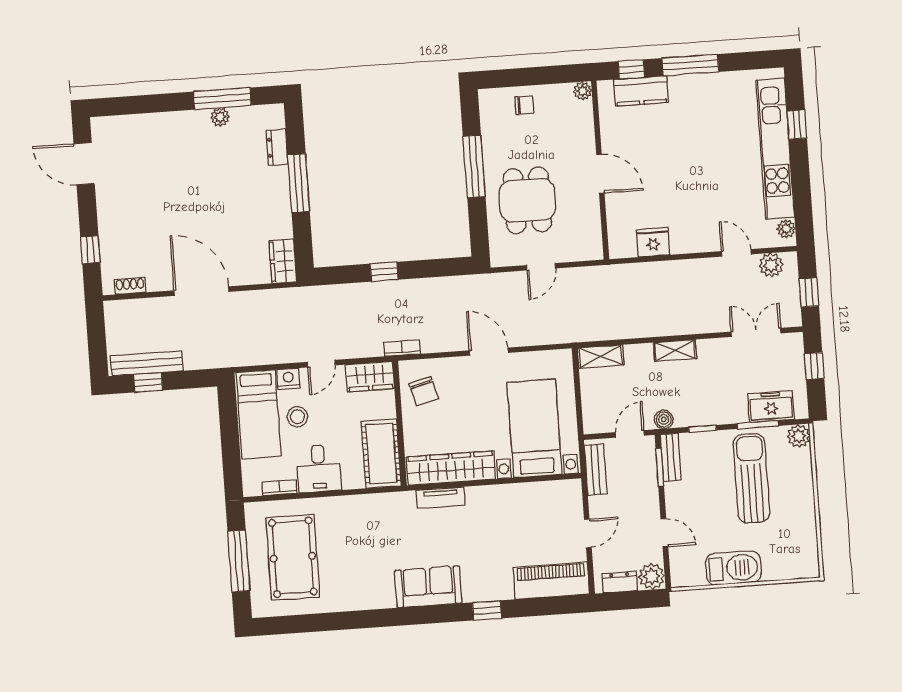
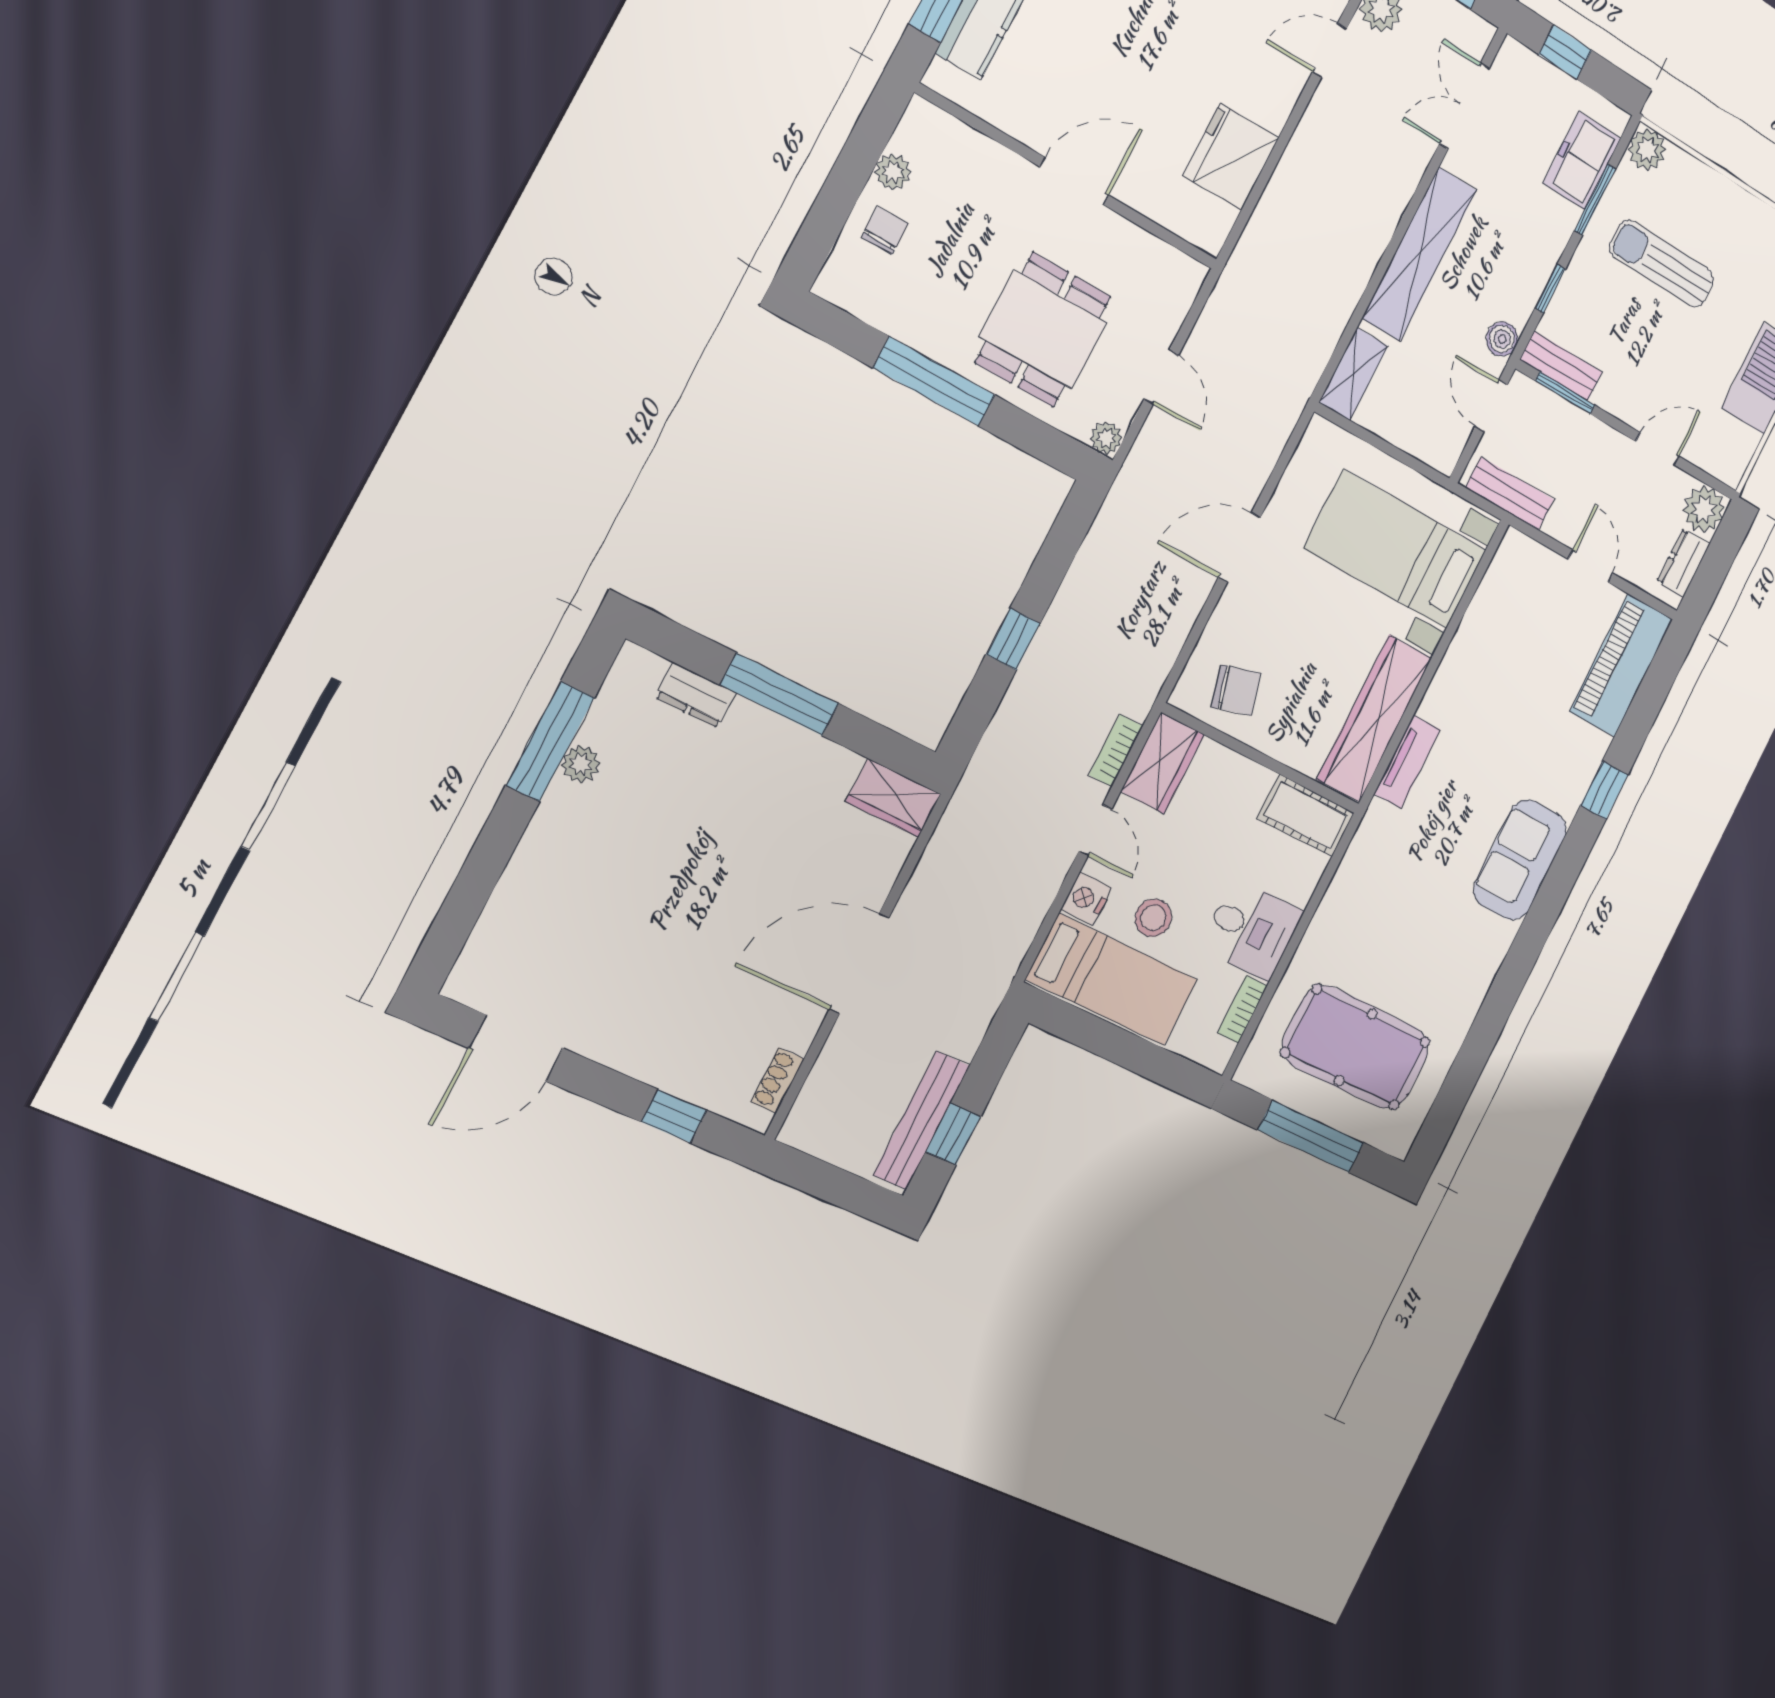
plant: (583, 91) -> (893, 172), moved
dining table: (527, 200) -> (1043, 330), turned 90
fridge: (653, 242) -> (1231, 157), width x1.36, depth x1.34
plant: (498, 258) -> (1106, 438), added
bookcase: (402, 348) -> (1116, 750), moved
shelving: (675, 350) -> (1419, 254), width x2.20, depth x1.33
cot: (381, 454) -> (1306, 816), width x0.73, depth x0.75
sun lounger: (752, 478) -> (1662, 264), width x0.73, depth x0.75

